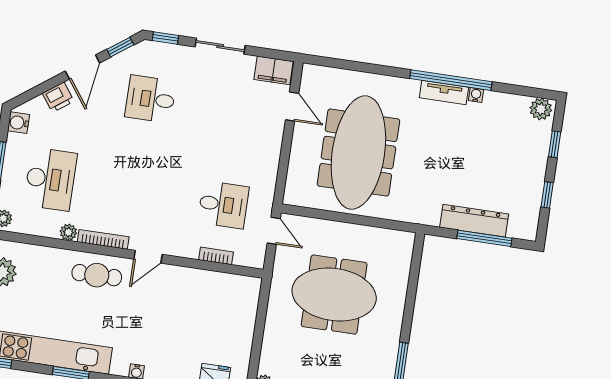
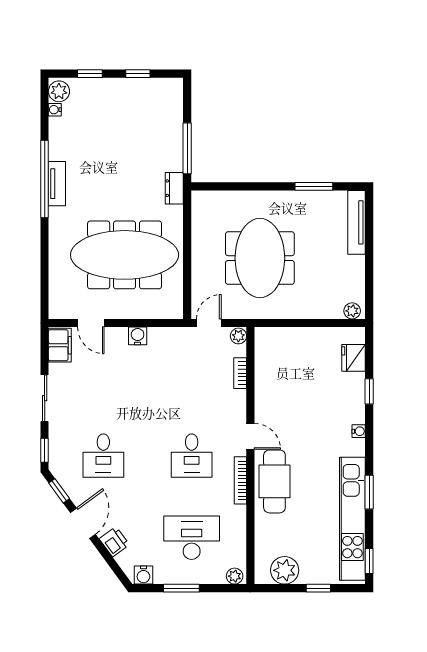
door: (82, 67) -> (83, 523), hinge flipped
water cooler: (476, 95) -> (55, 110), moved
door: (292, 106) -> (91, 323), swing flipped
water cooler: (271, 154) -> (138, 336), added
desk: (223, 205) -> (192, 456), moved, turned 180
dresser: (474, 221) -> (174, 188), moved, width x0.51, depth x0.80
plant: (68, 232) -> (238, 336), moved
window: (484, 238) -> (187, 148), moved
cafe table: (97, 275) -> (274, 481), width x1.37, depth x1.35

